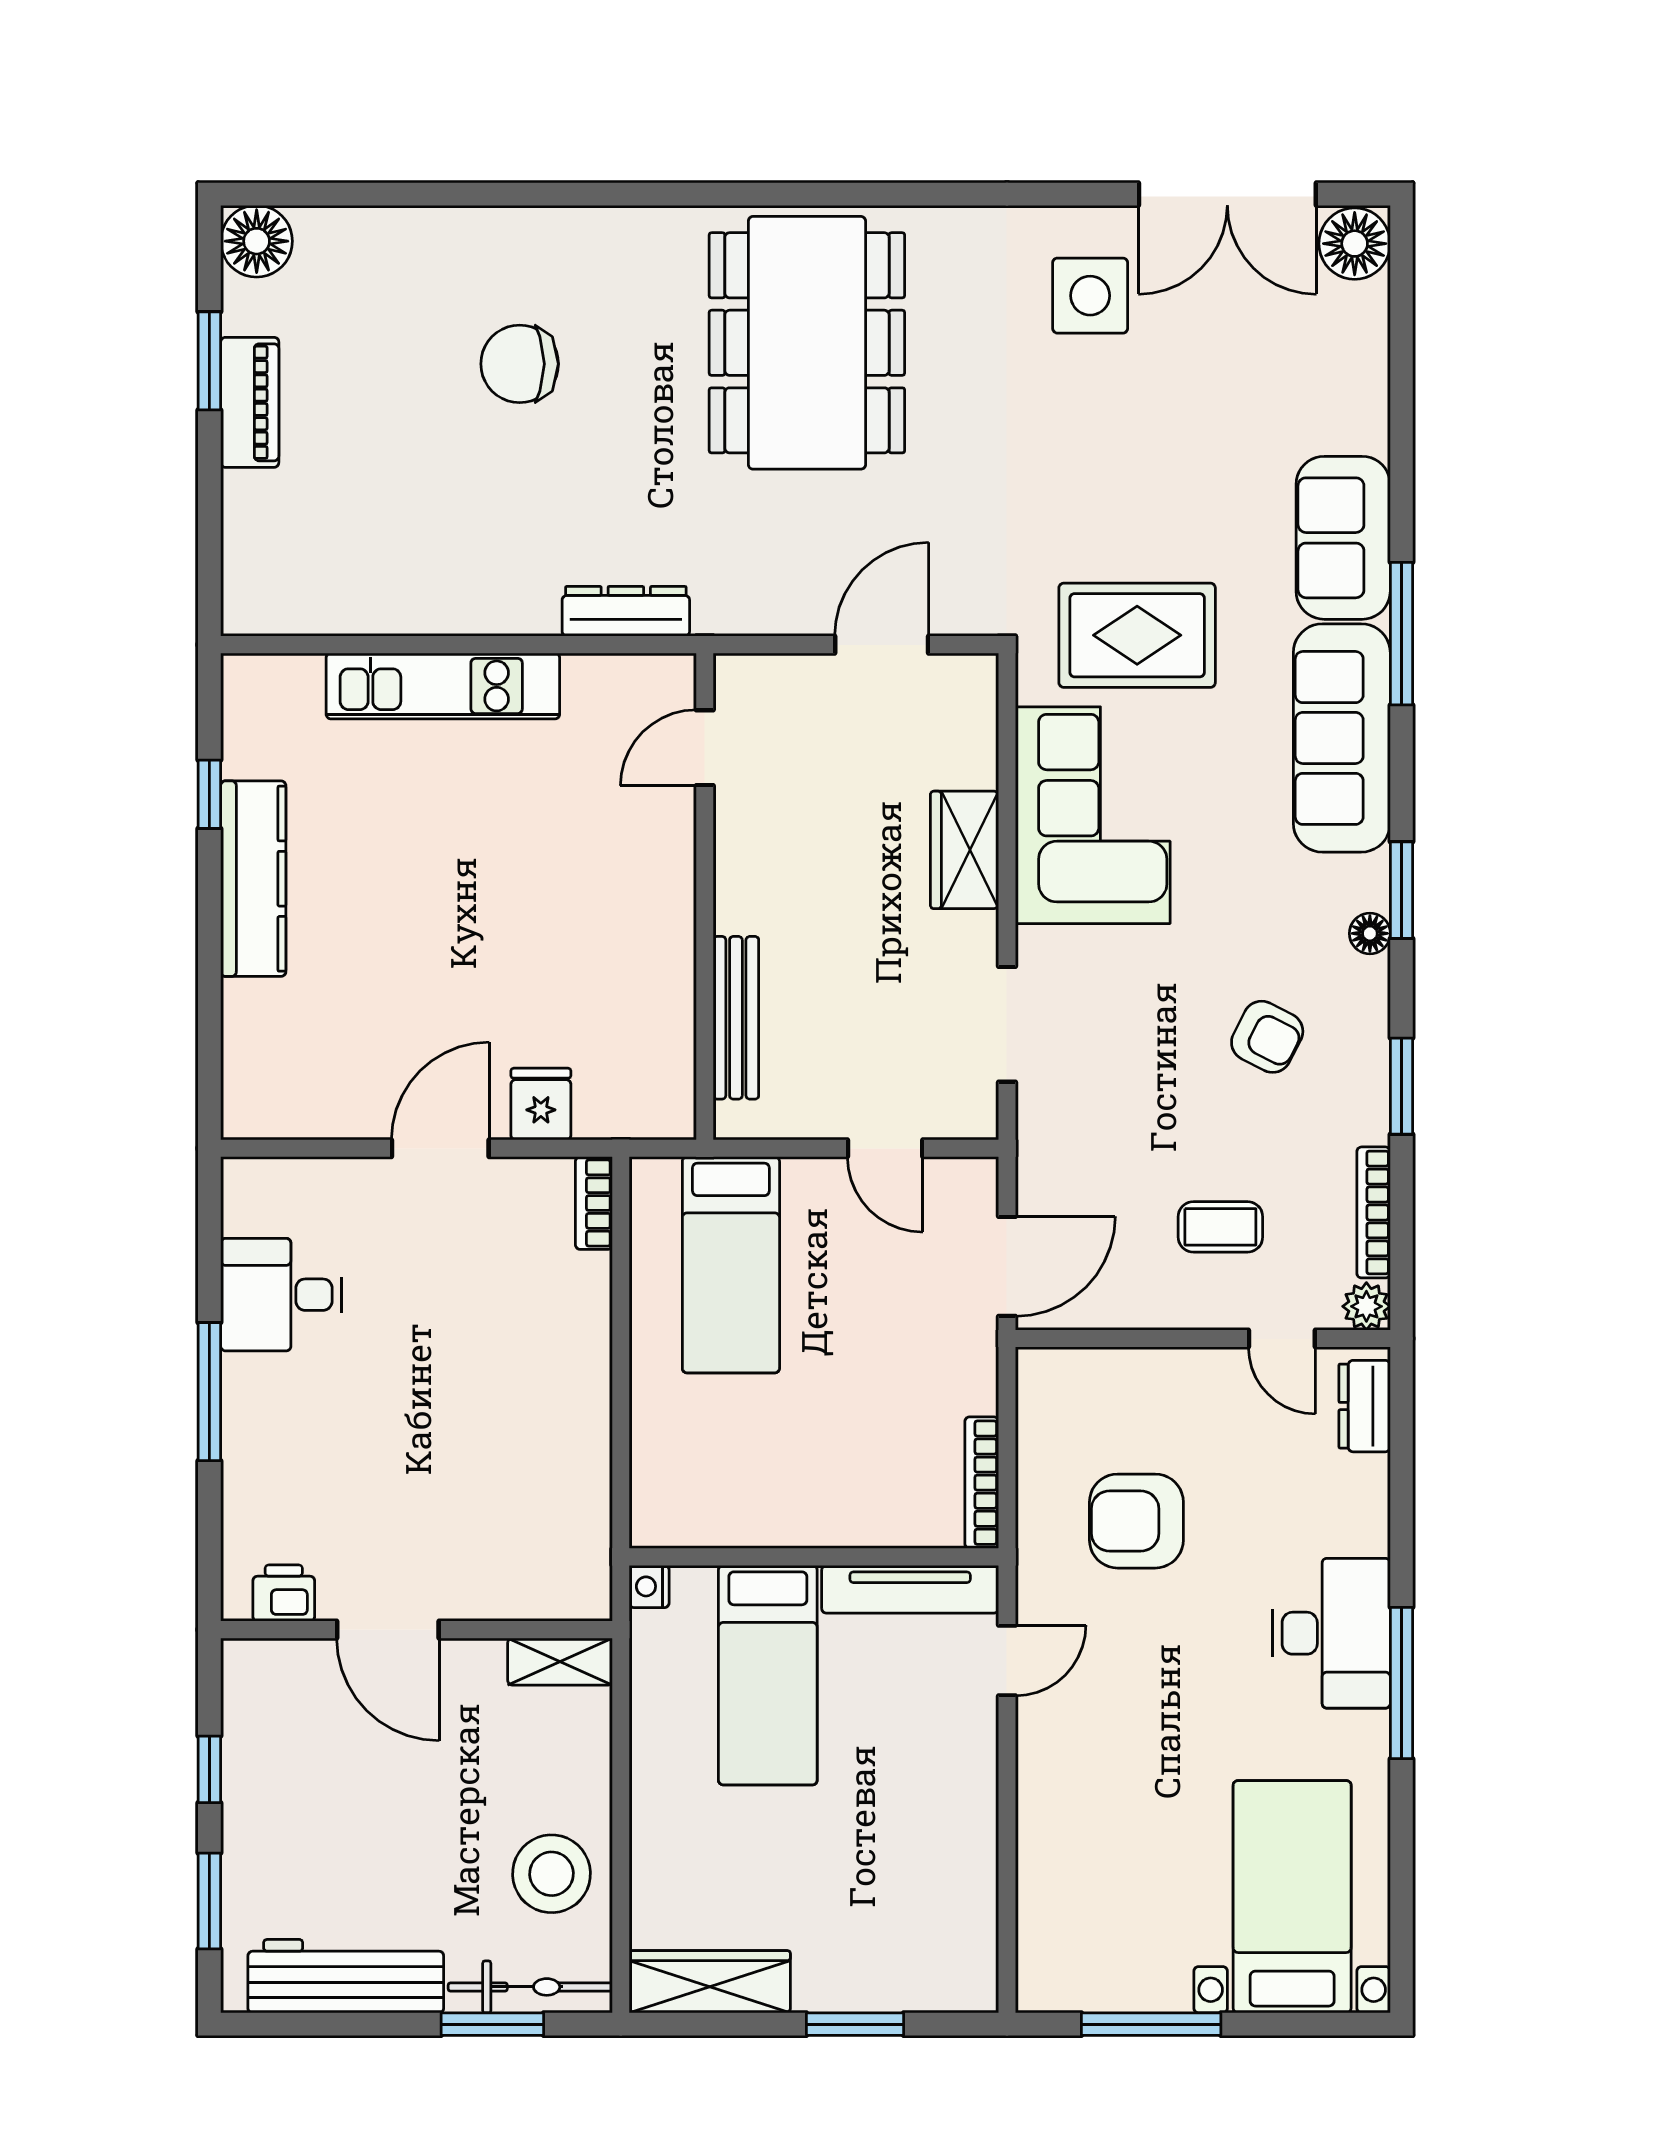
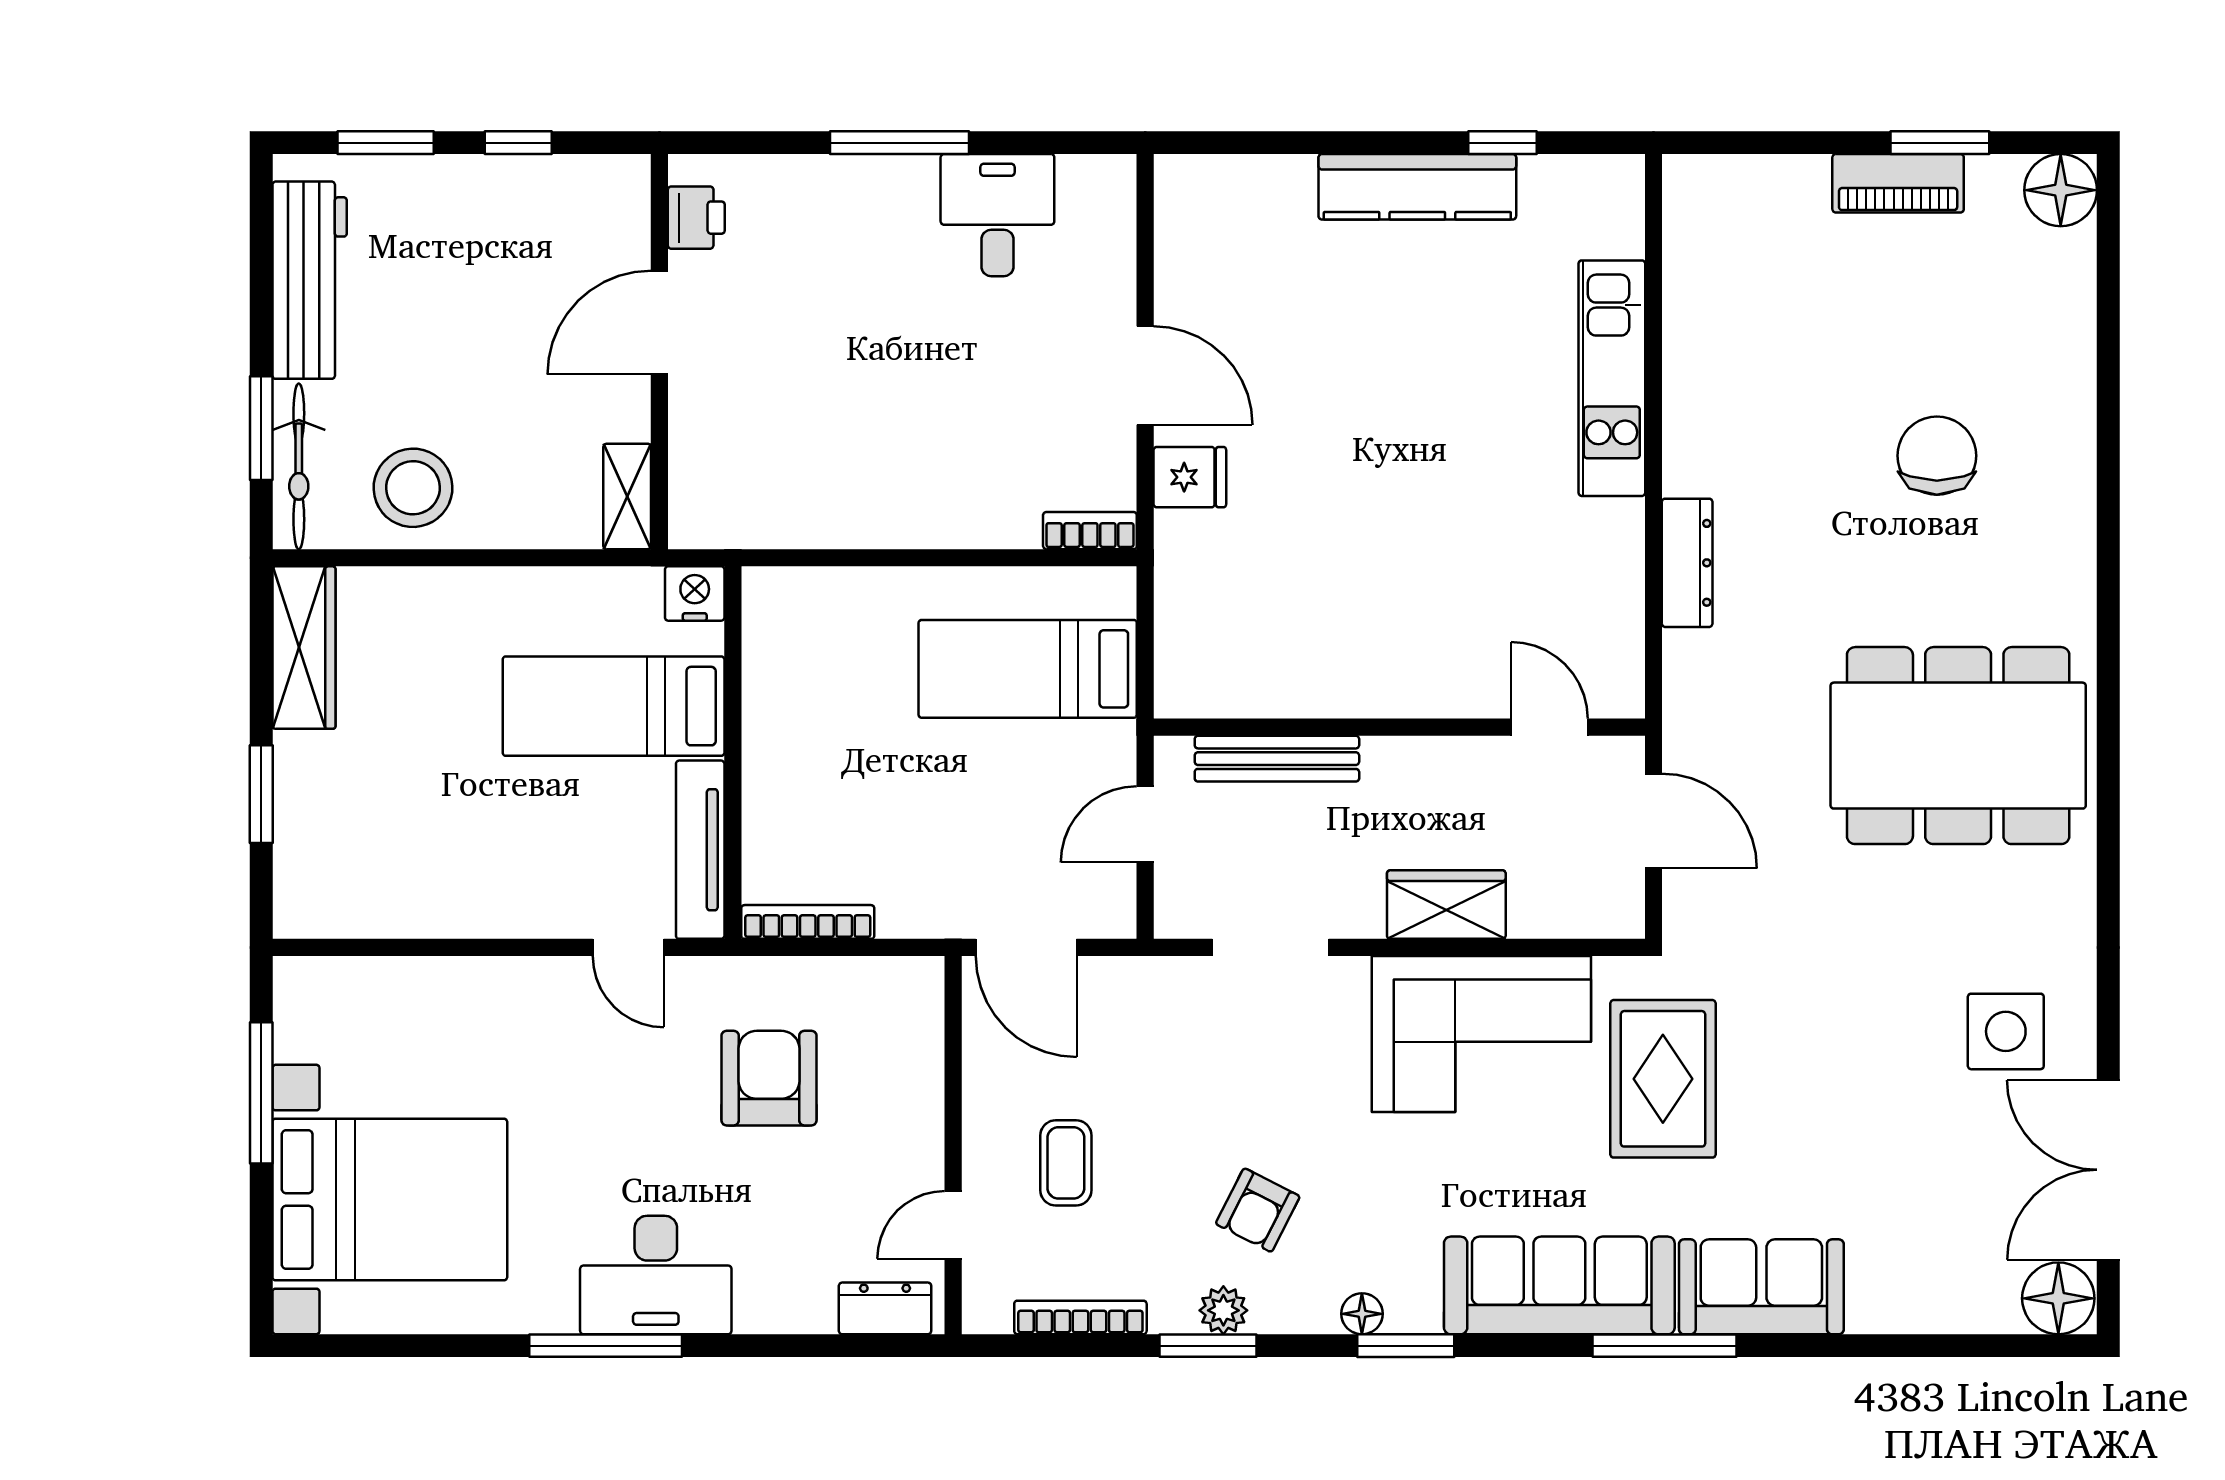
door: (705, 748) -> (1549, 727), moved
wall: (705, 896) -> (1399, 727), moved
bench: (736, 1018) -> (1277, 759), moved
plant: (1366, 1306) -> (1223, 1310), moved
nightstand: (649, 1586) -> (695, 593), width x1.39, depth x1.35
bed with nightstands: (1292, 1897) -> (390, 1200), width x1.36

